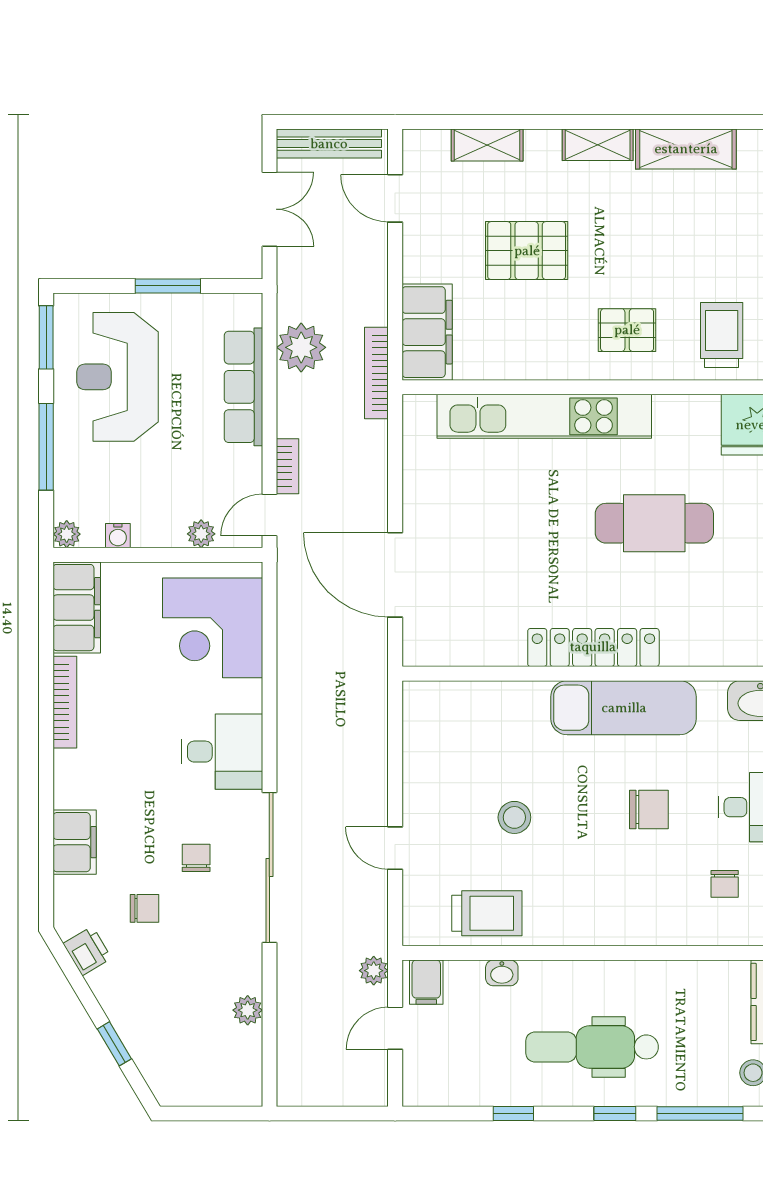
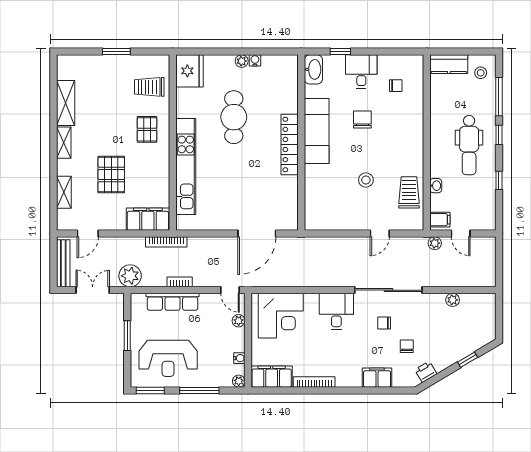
plant: (301, 347) -> (130, 276), moved
bookcase: (288, 466) -> (180, 282), moved

